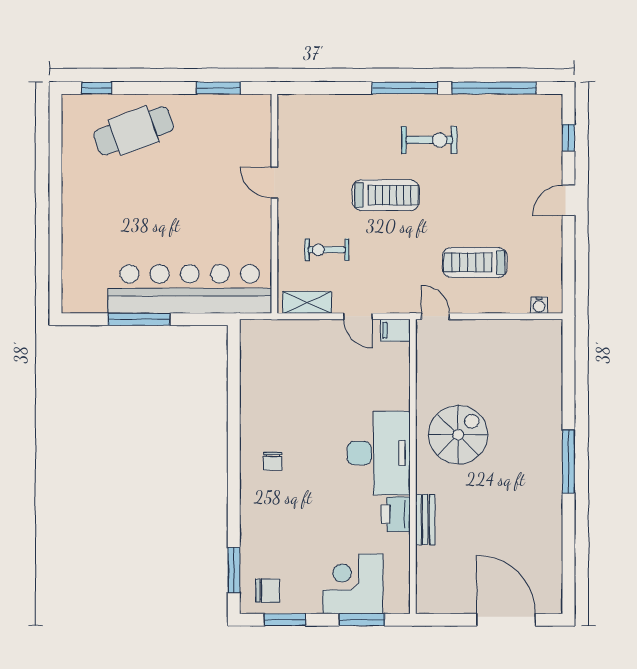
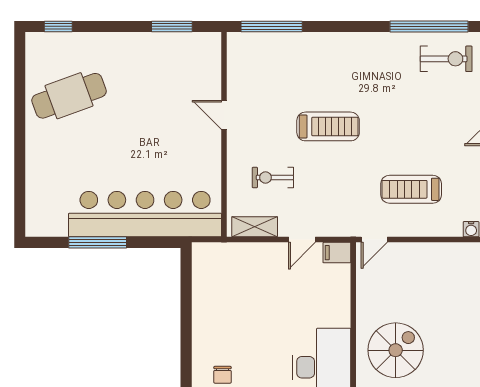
window: (405, 88) -> (272, 26), moved
cafe table: (134, 131) -> (69, 96), moved
exercise bike: (429, 140) -> (446, 59), moved
door: (358, 316) -> (302, 240), hinge flipped
door: (435, 316) -> (374, 240), swing flipped

